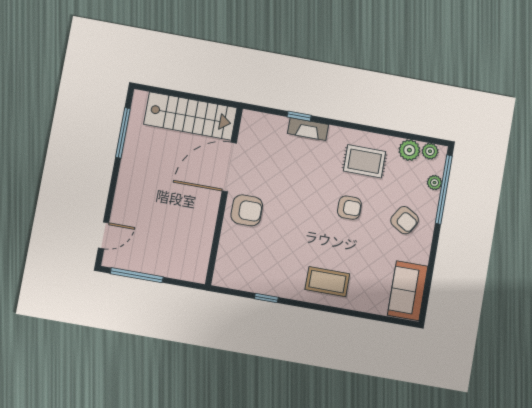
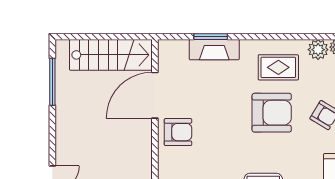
window: (299, 116) -> (211, 37), width x1.50
fireplace: (308, 129) -> (214, 50), width x1.37, depth x1.32
armchair: (349, 208) -> (272, 113), width x1.88, depth x1.88

